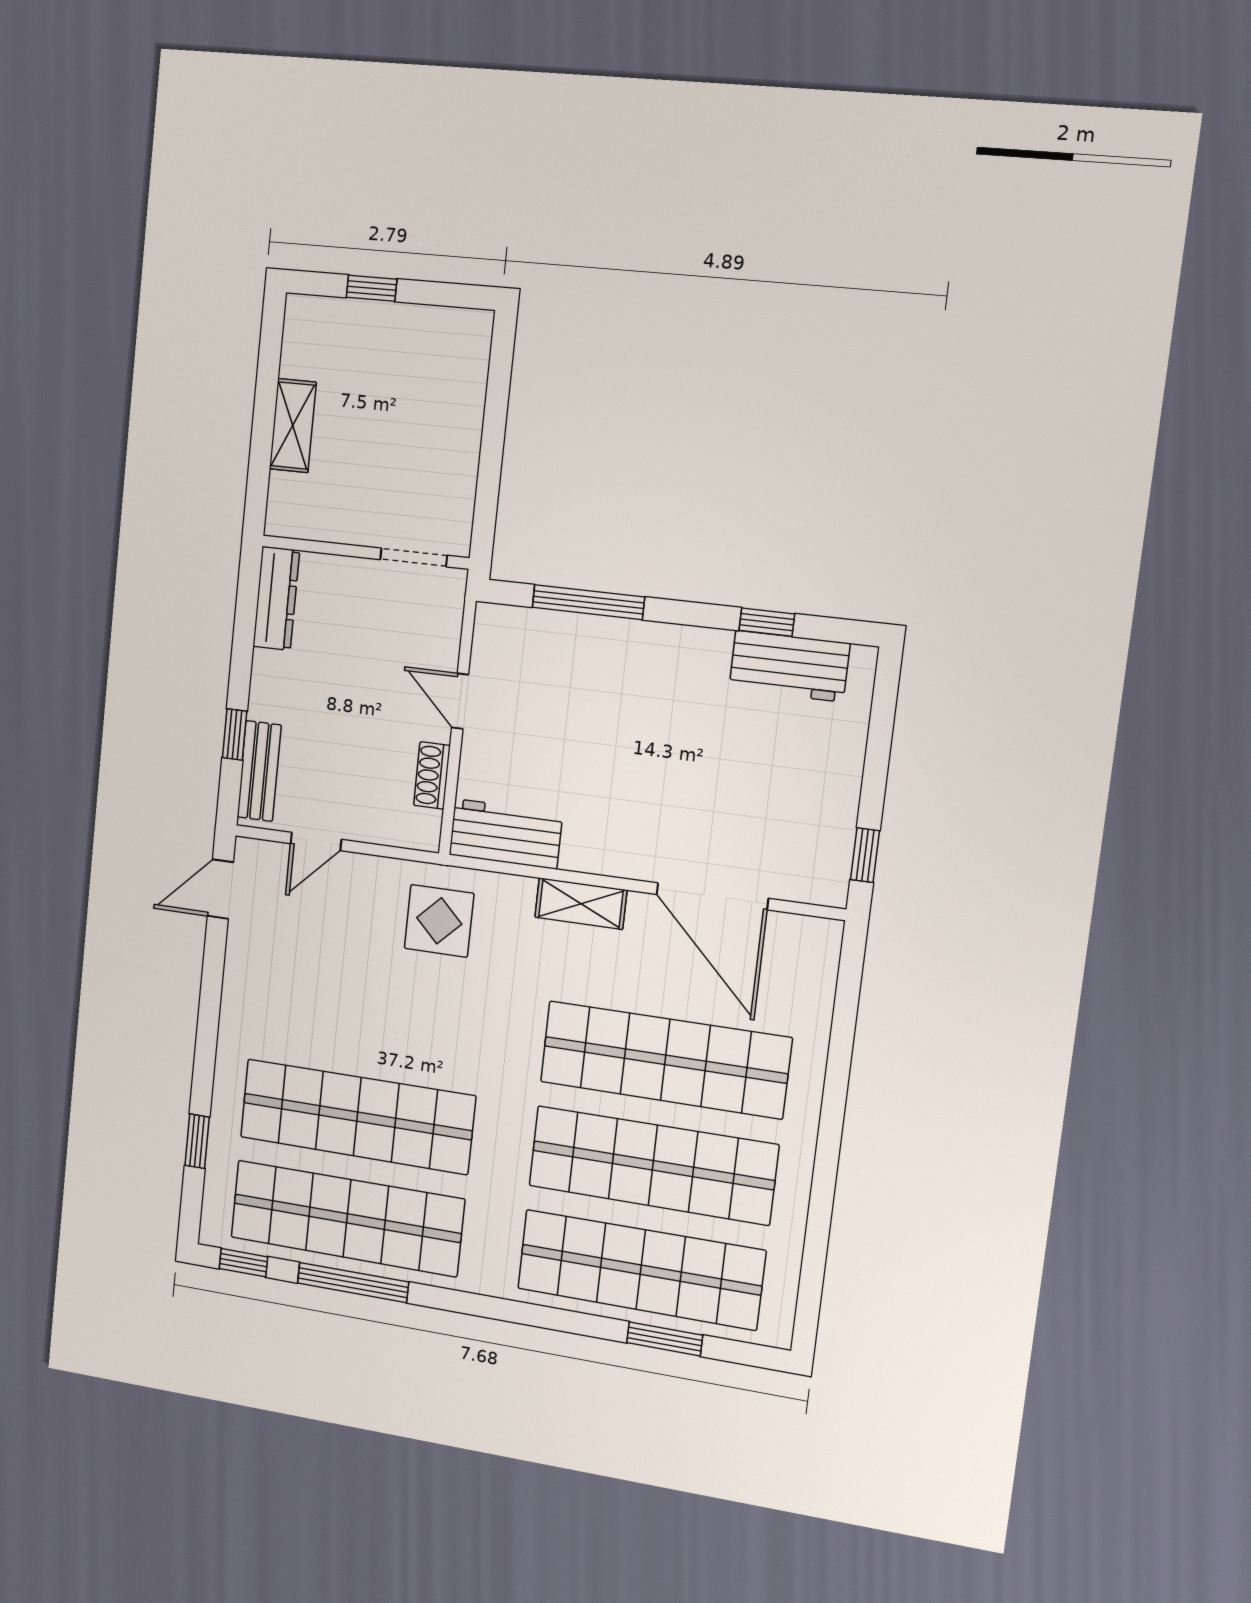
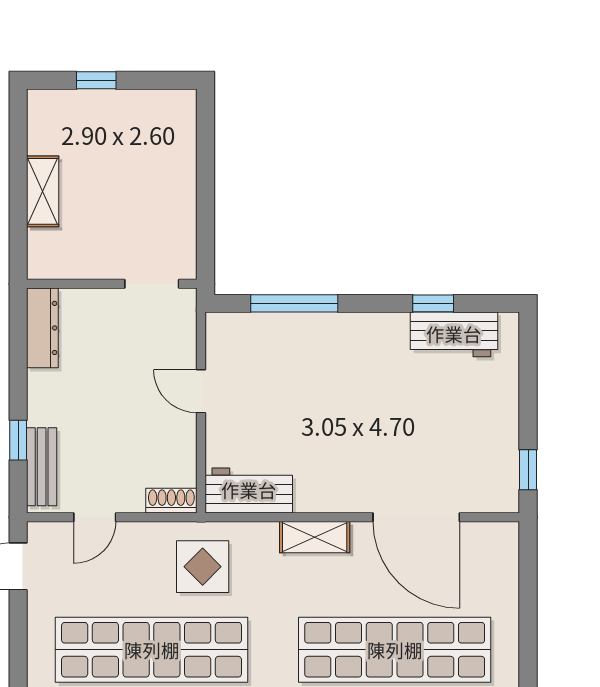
shoe rack: (432, 775) -> (171, 501), moved, turned 90
shop shelf: (367, 1014) -> (152, 650), added

